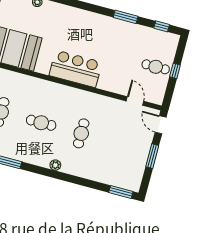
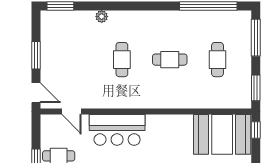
bar counter: (76, 69) -> (117, 130), moved
plant: (55, 165) -> (102, 17), moved

